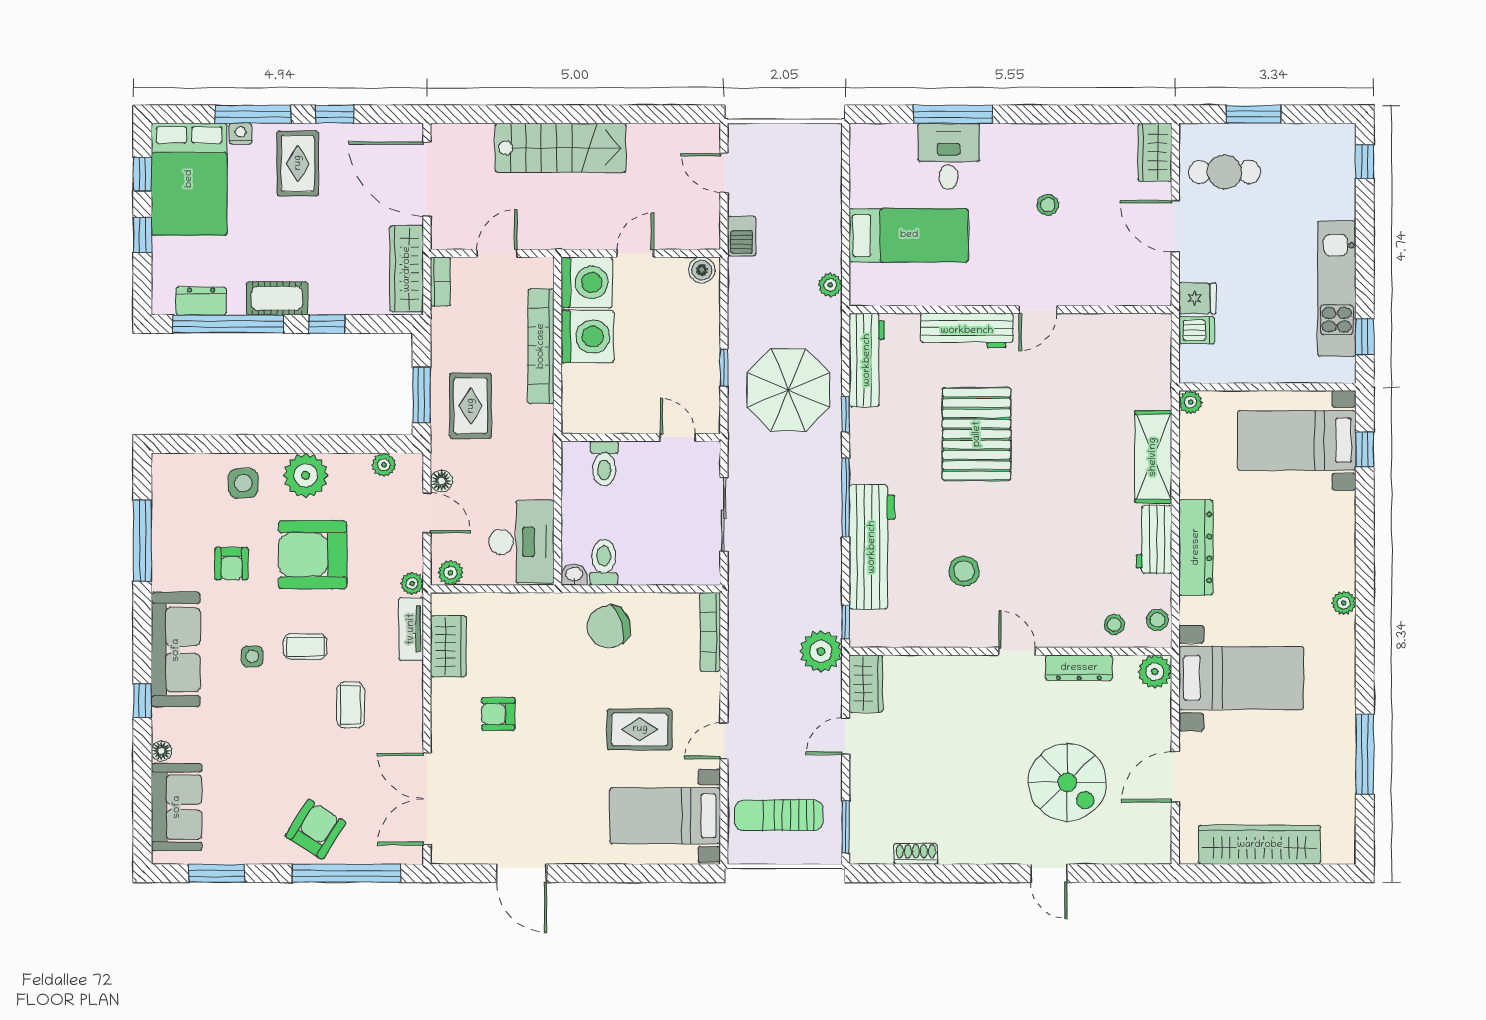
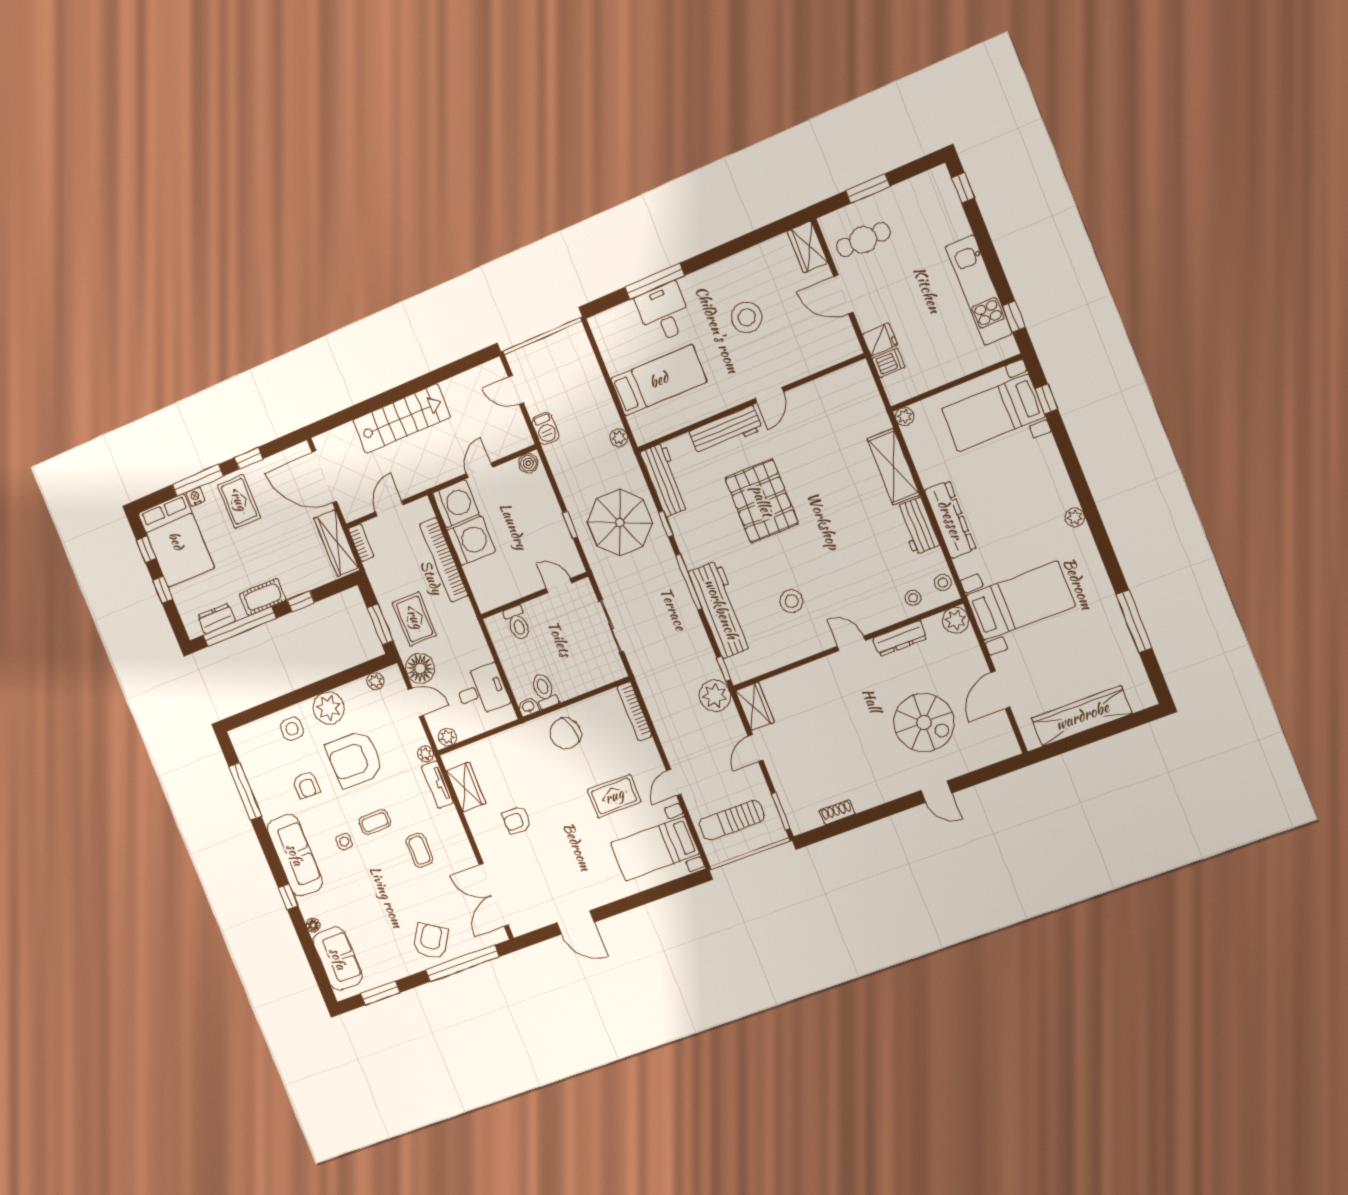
stool: (1048, 205) -> (747, 317), width x1.89, depth x1.89
floor lamp: (441, 481) -> (420, 668), width x1.89, depth x1.89
desk: (521, 542) -> (482, 690), width x0.73

